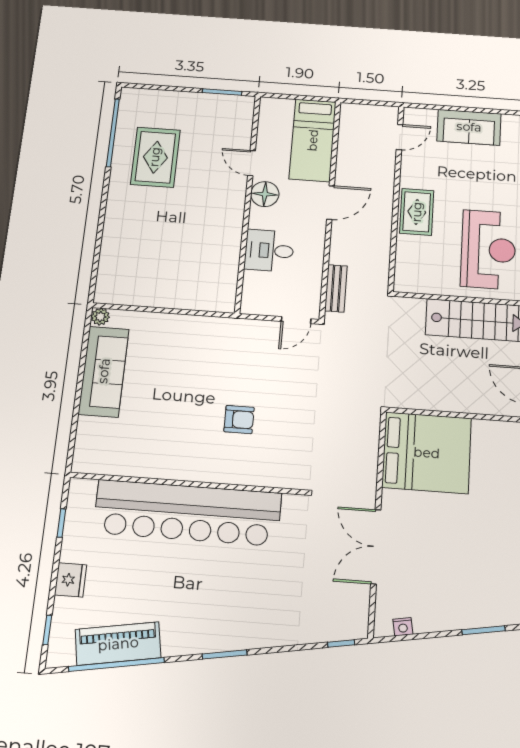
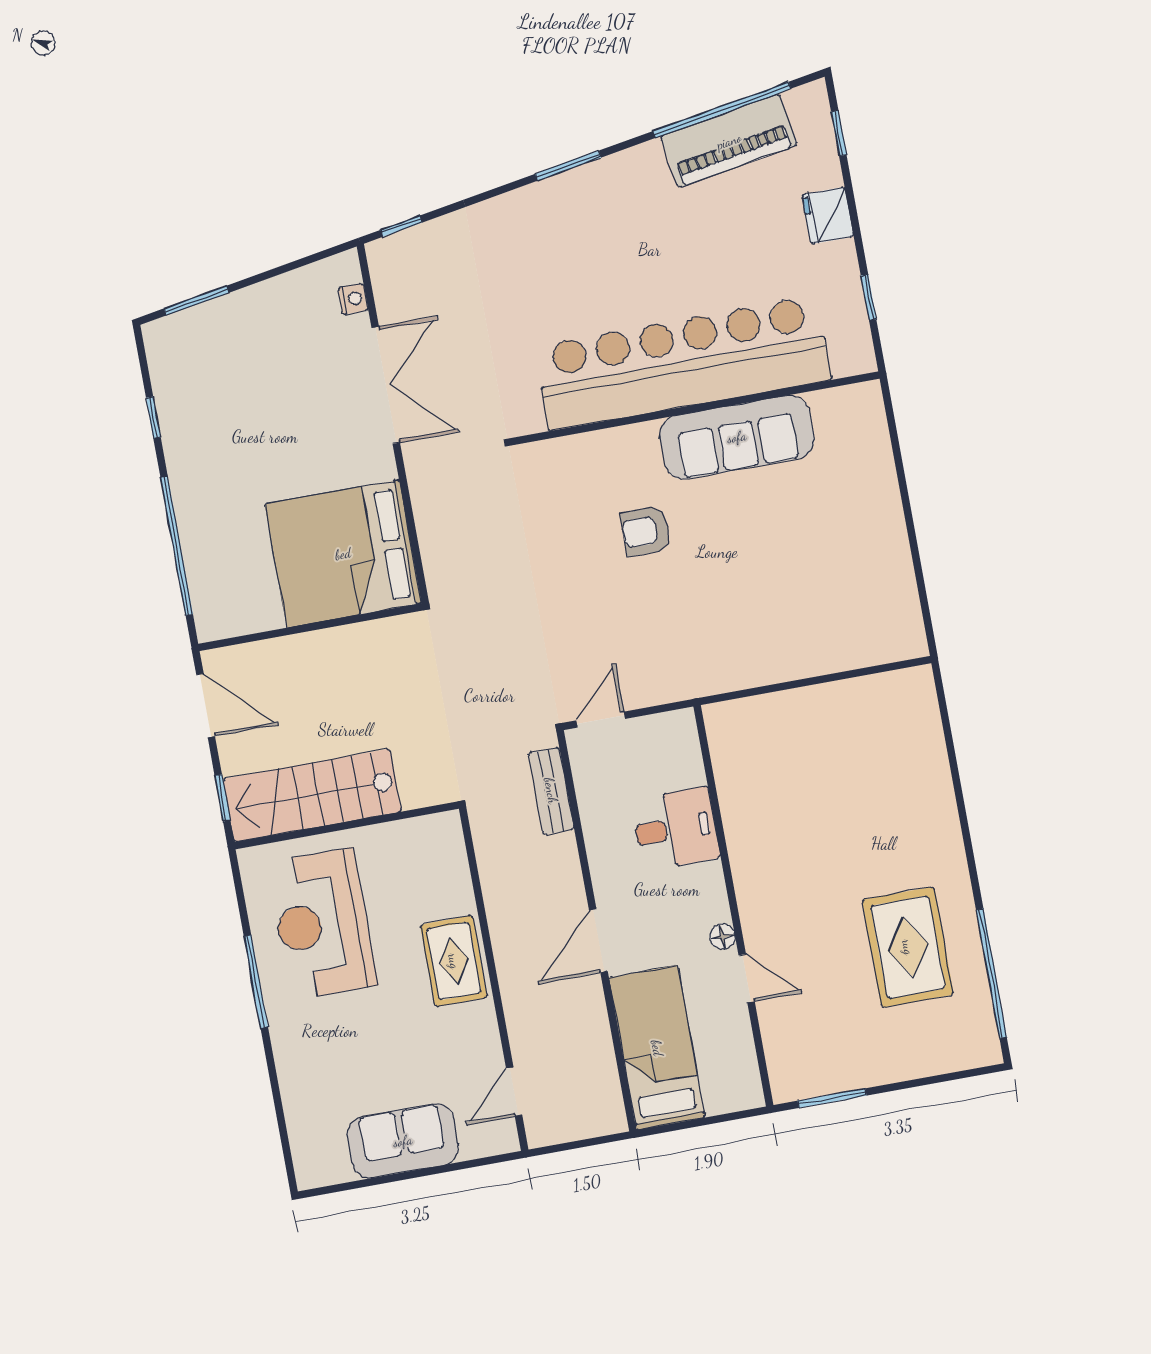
floor lamp: (265, 194) -> (723, 937), width x0.53, depth x0.53
plant: (100, 317) -> (912, 644), removed
sofa: (104, 371) -> (737, 437), moved, turned -90
nightstand: (403, 627) -> (353, 299), moved, turned 100

